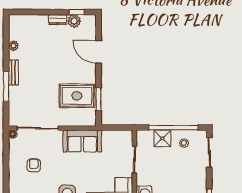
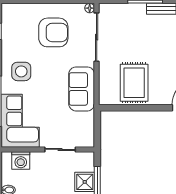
window: (99, 99) -> (130, 108), removed
armchair: (34, 165) -> (53, 32), width x1.88, depth x1.88

